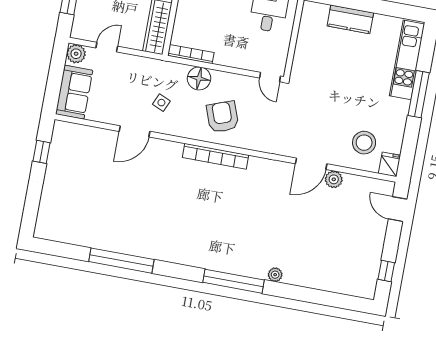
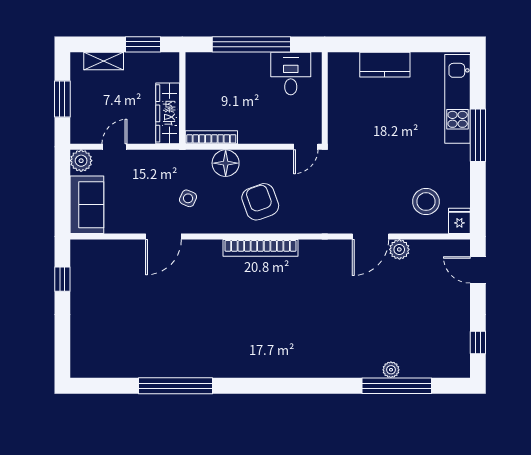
door: (270, 77) -> (306, 147), hinge flipped
plant: (275, 275) -> (391, 370), moved
window: (234, 281) -> (397, 386), moved

